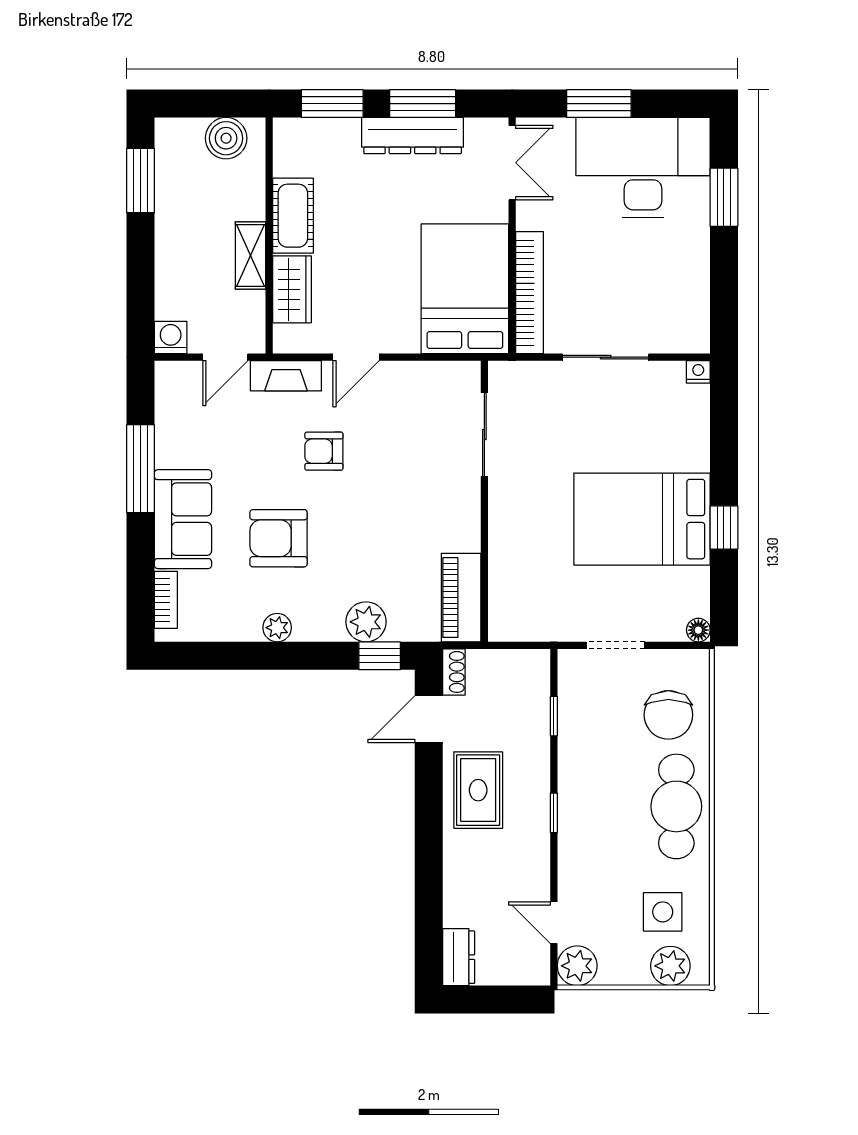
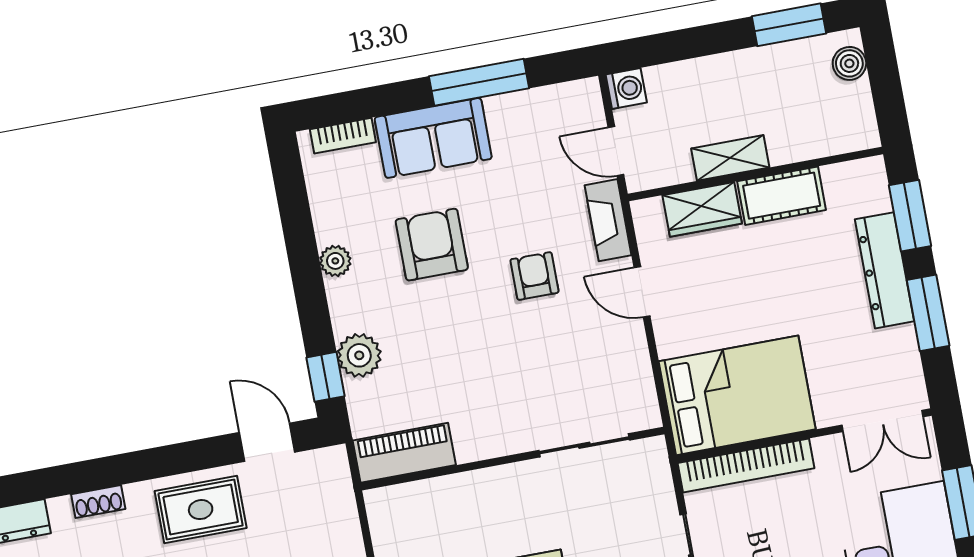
dresser: (413, 136) -> (884, 270), moved
boiler: (226, 138) -> (849, 63), moved, width x0.73, depth x0.73
shoe rack: (454, 672) -> (98, 502), moved

